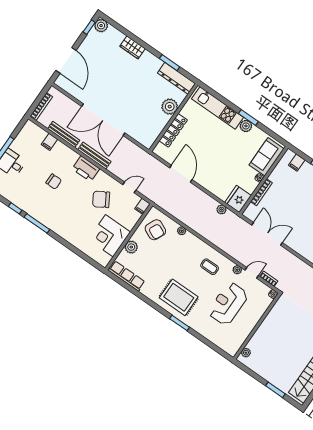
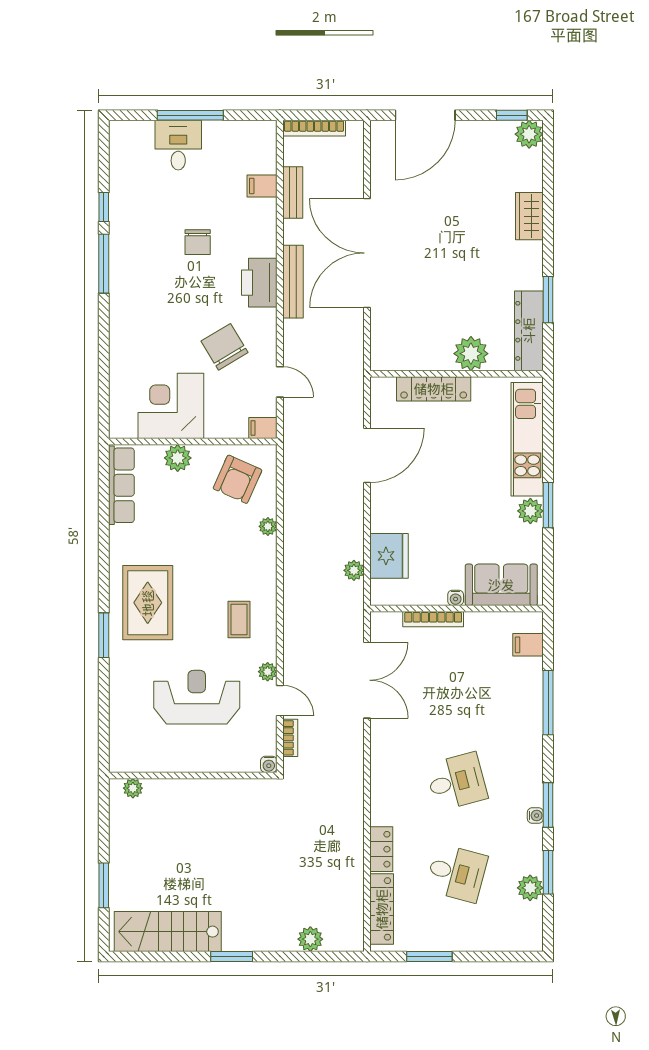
bench: (64, 134) -> (293, 192), width x0.73
fridge: (238, 199) -> (389, 556), moved, turned 90

